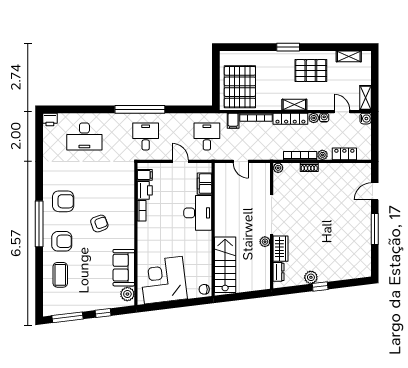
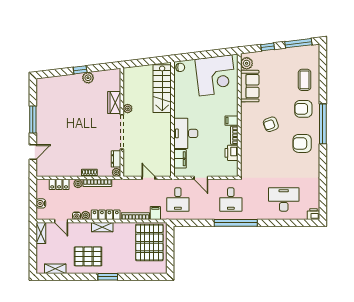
water cooler: (366, 119) -> (41, 203), moved
filing cabinet: (145, 175) -> (232, 121), moved
dresser: (279, 272) -> (116, 159), moved

